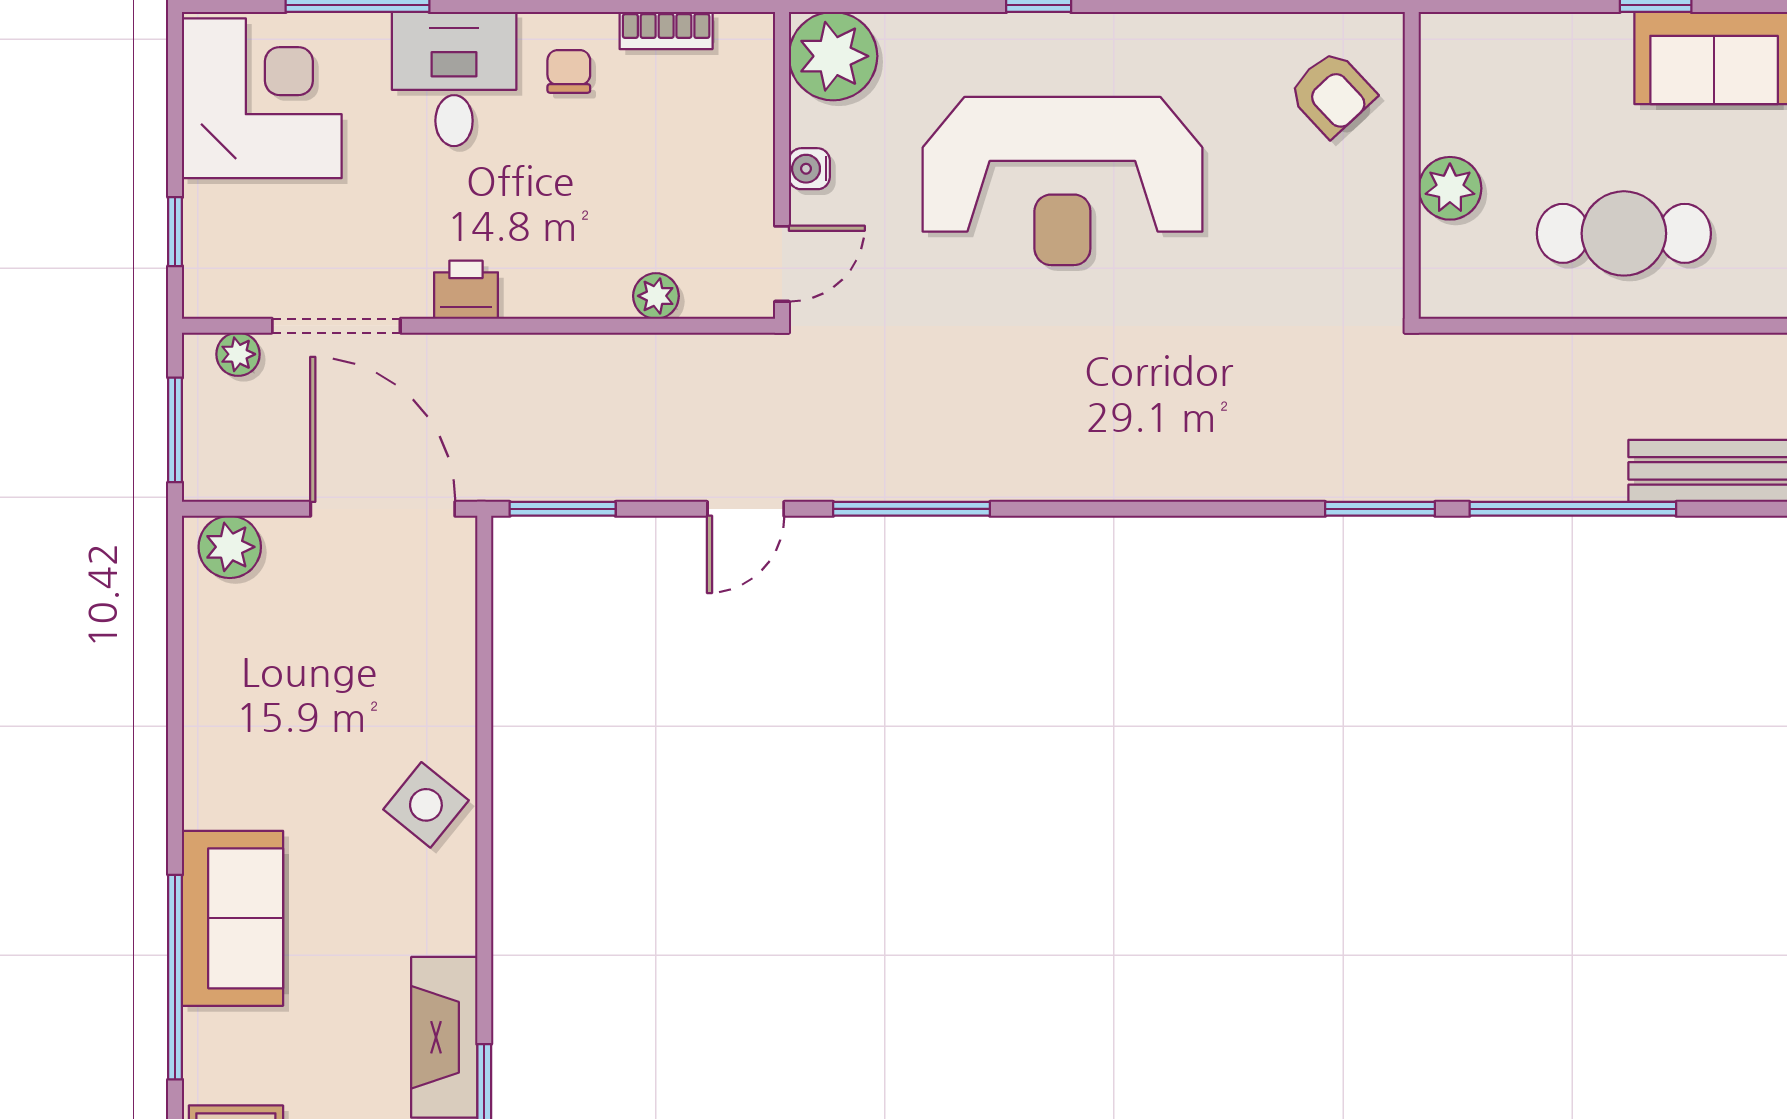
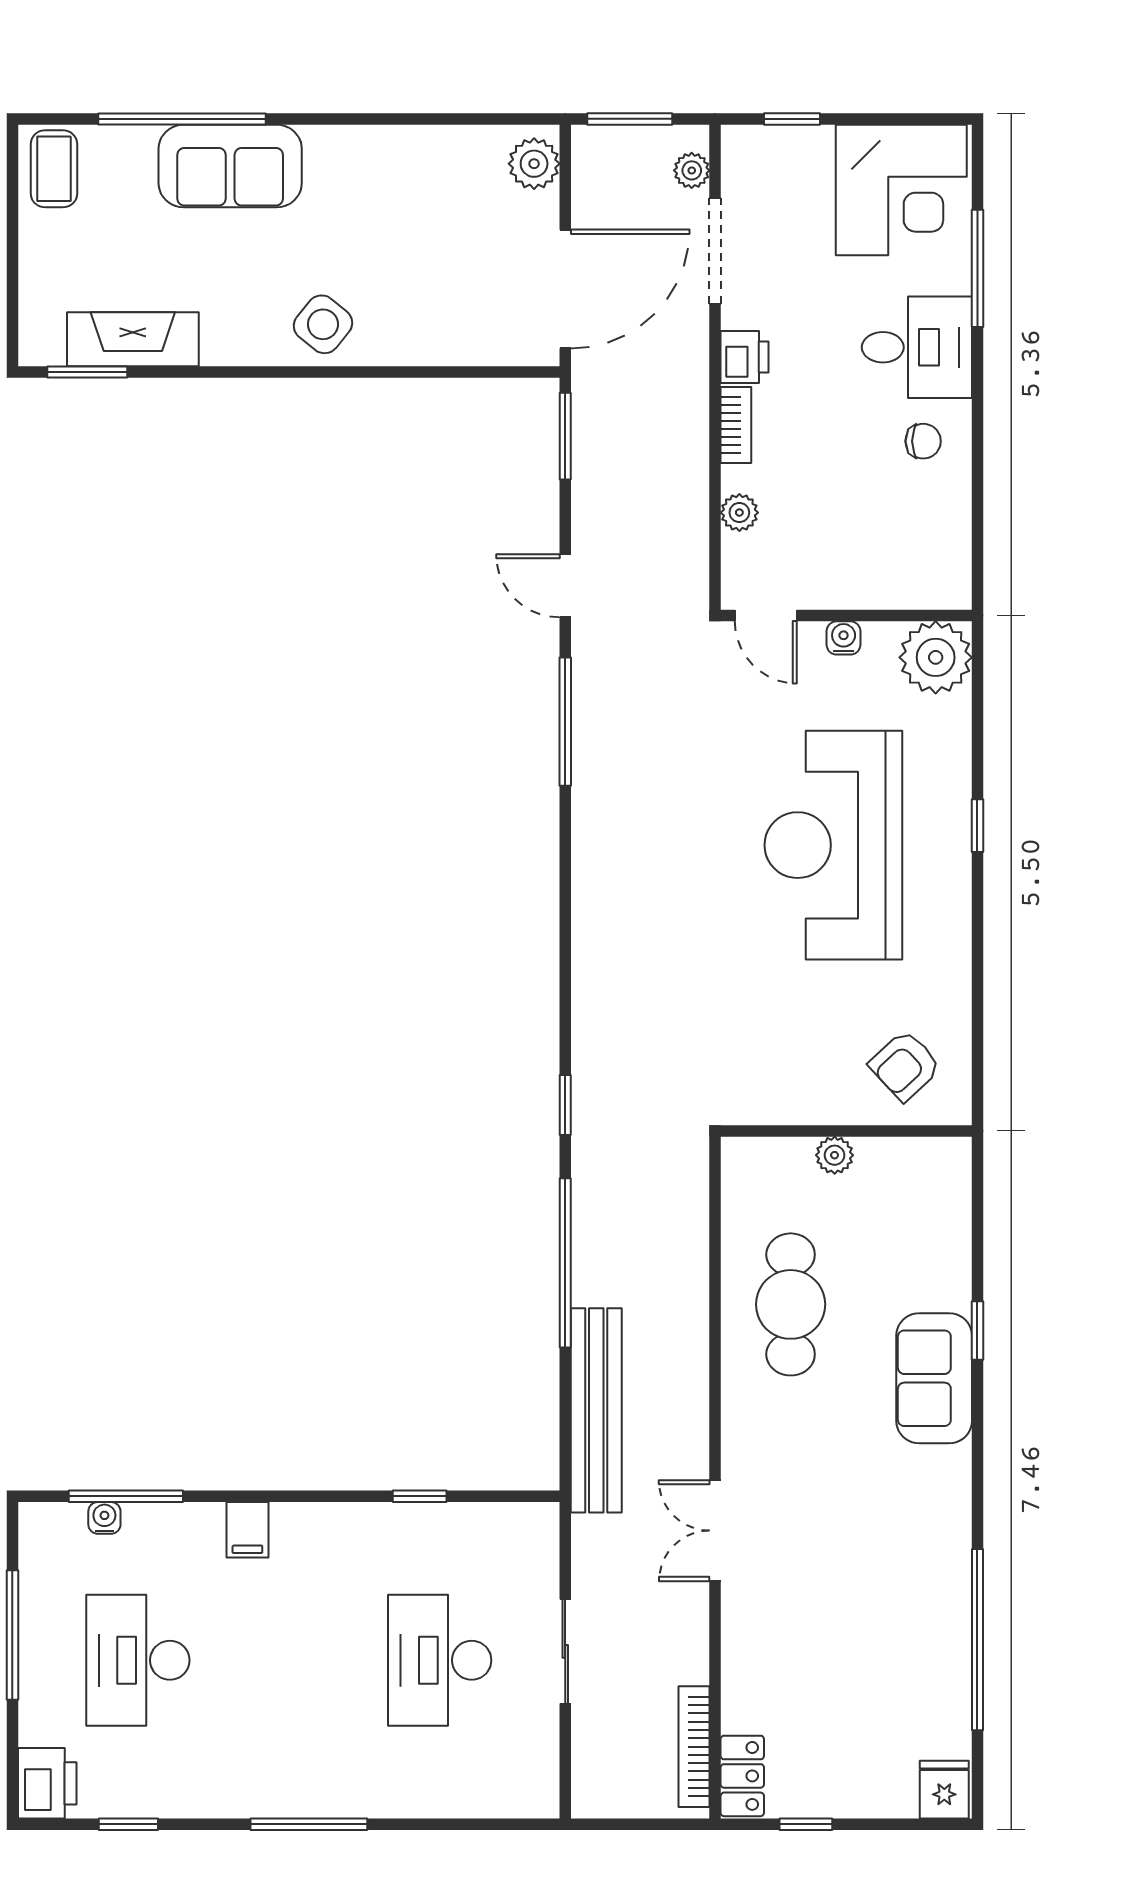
bookcase: (666, 30) -> (736, 425), moved, turned 180
plant: (1450, 188) -> (835, 1155), width x0.73, depth x0.73
window: (1380, 509) -> (565, 1105), width x0.67

